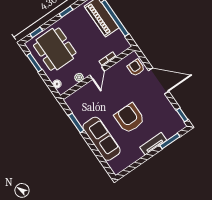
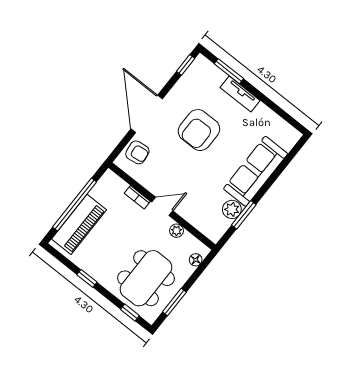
armchair: (136, 68) -> (137, 152), turned -98
plant: (82, 117) -> (232, 209), added
armchair: (129, 118) -> (199, 130), moved

